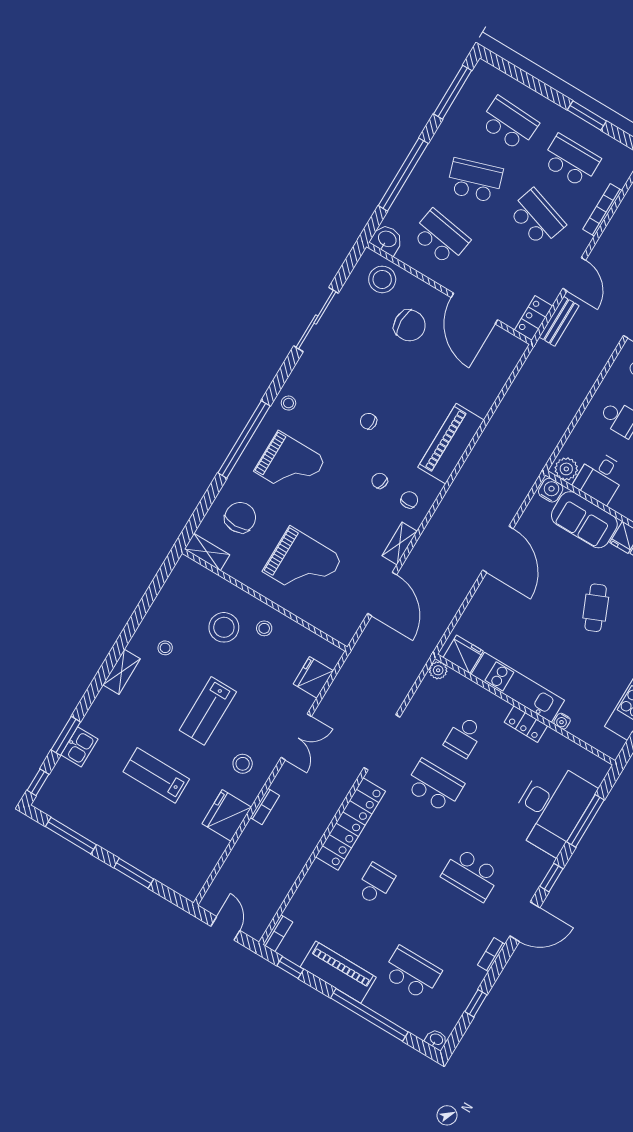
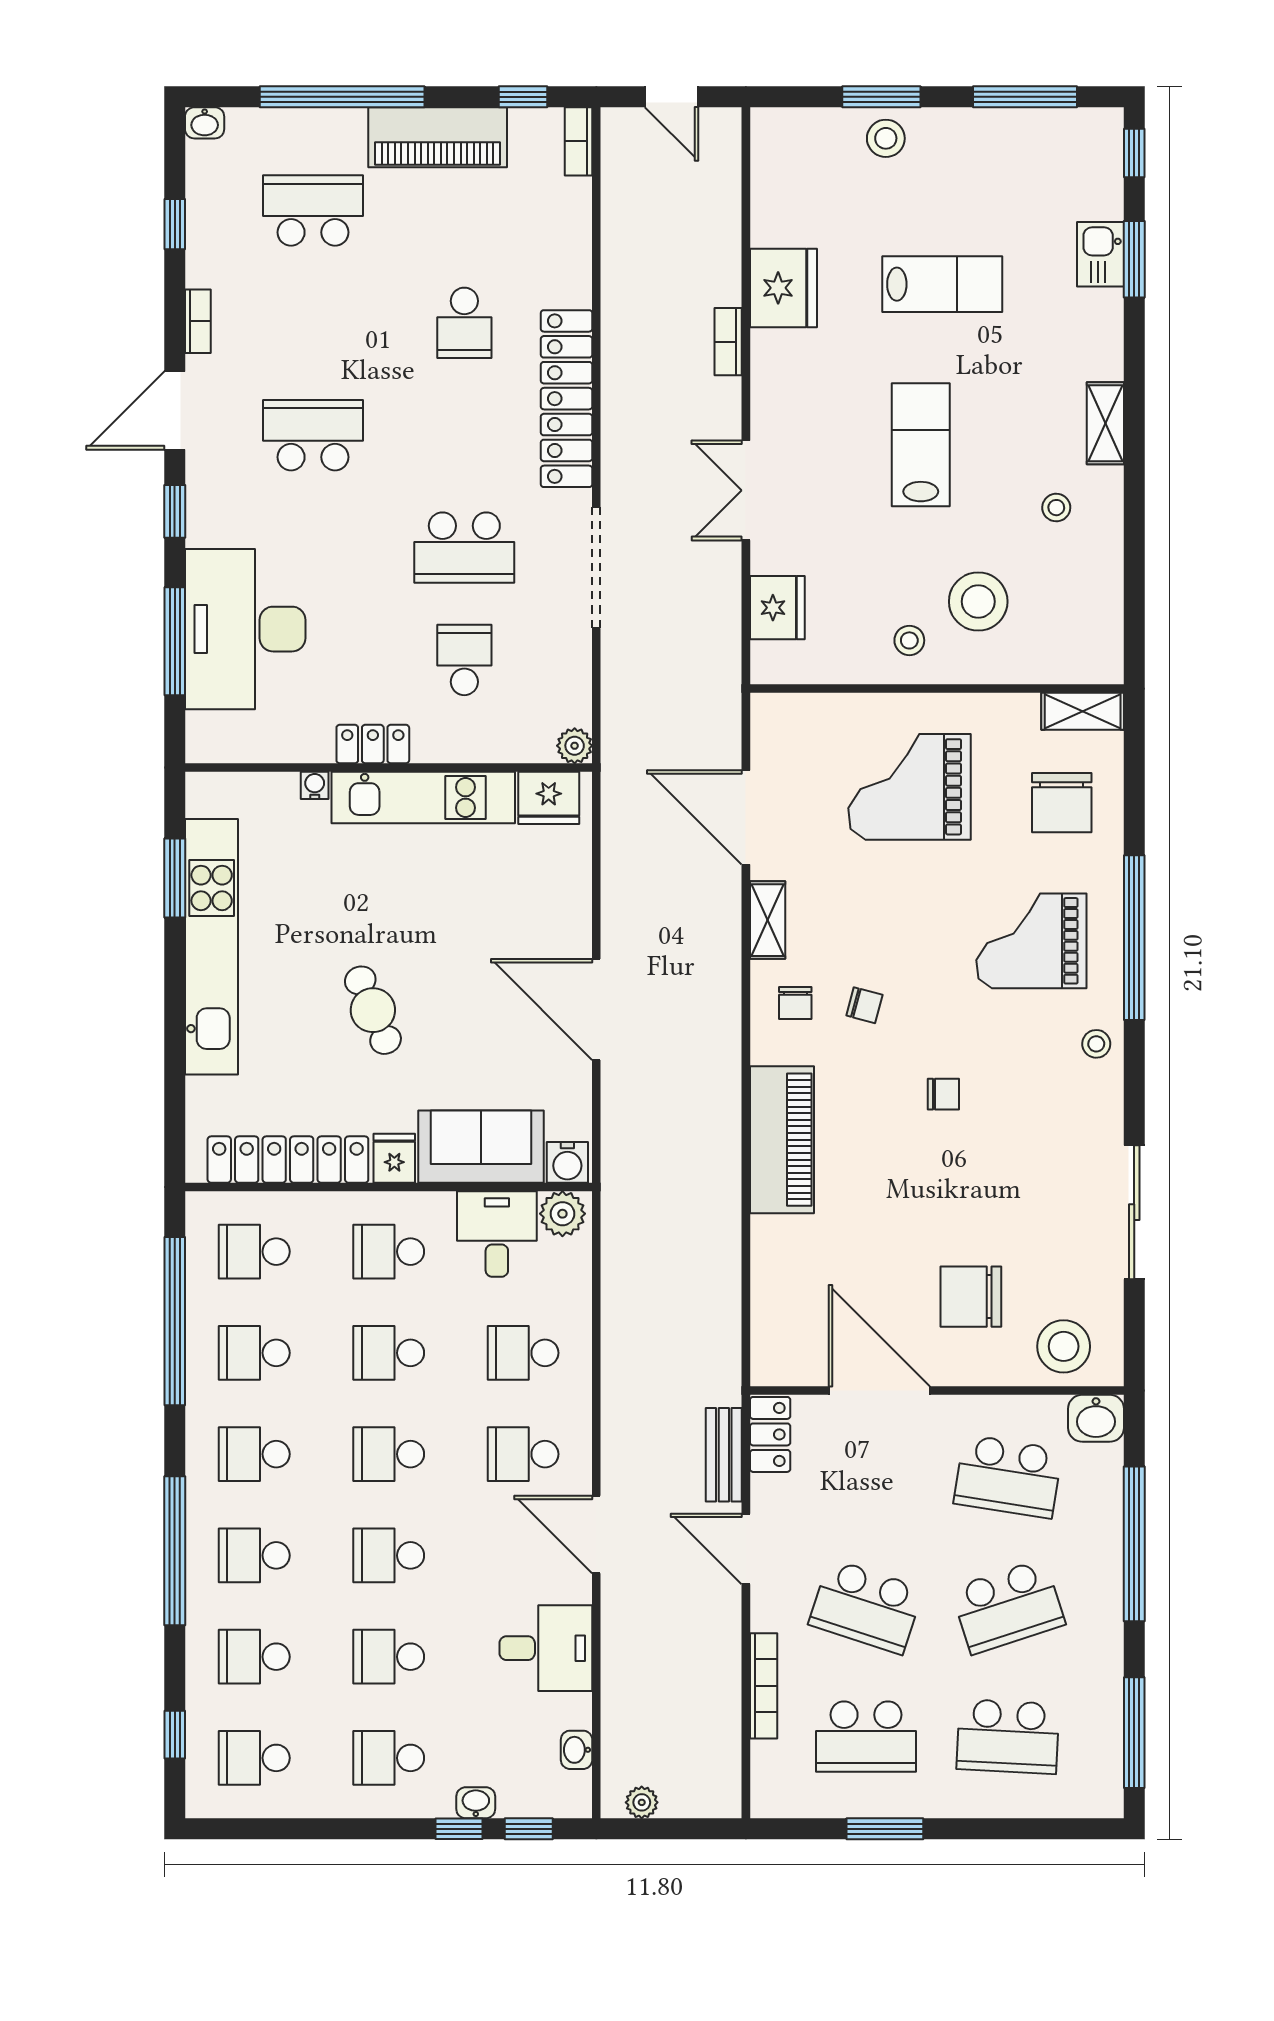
stool: (243, 764) -> (886, 138), moved
school desk: (412, 973) -> (313, 210), turned 180

